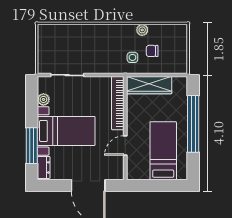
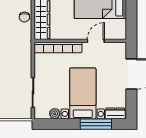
chair: (152, 51) -> (24, 17), moved
side table: (132, 57) -> (17, 34), removed
door: (125, 146) -> (96, 41), swing flipped

